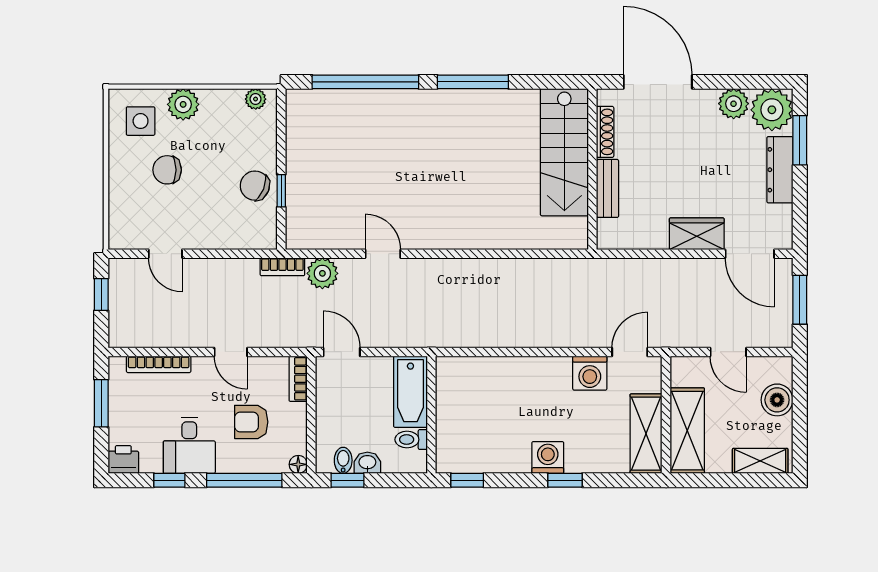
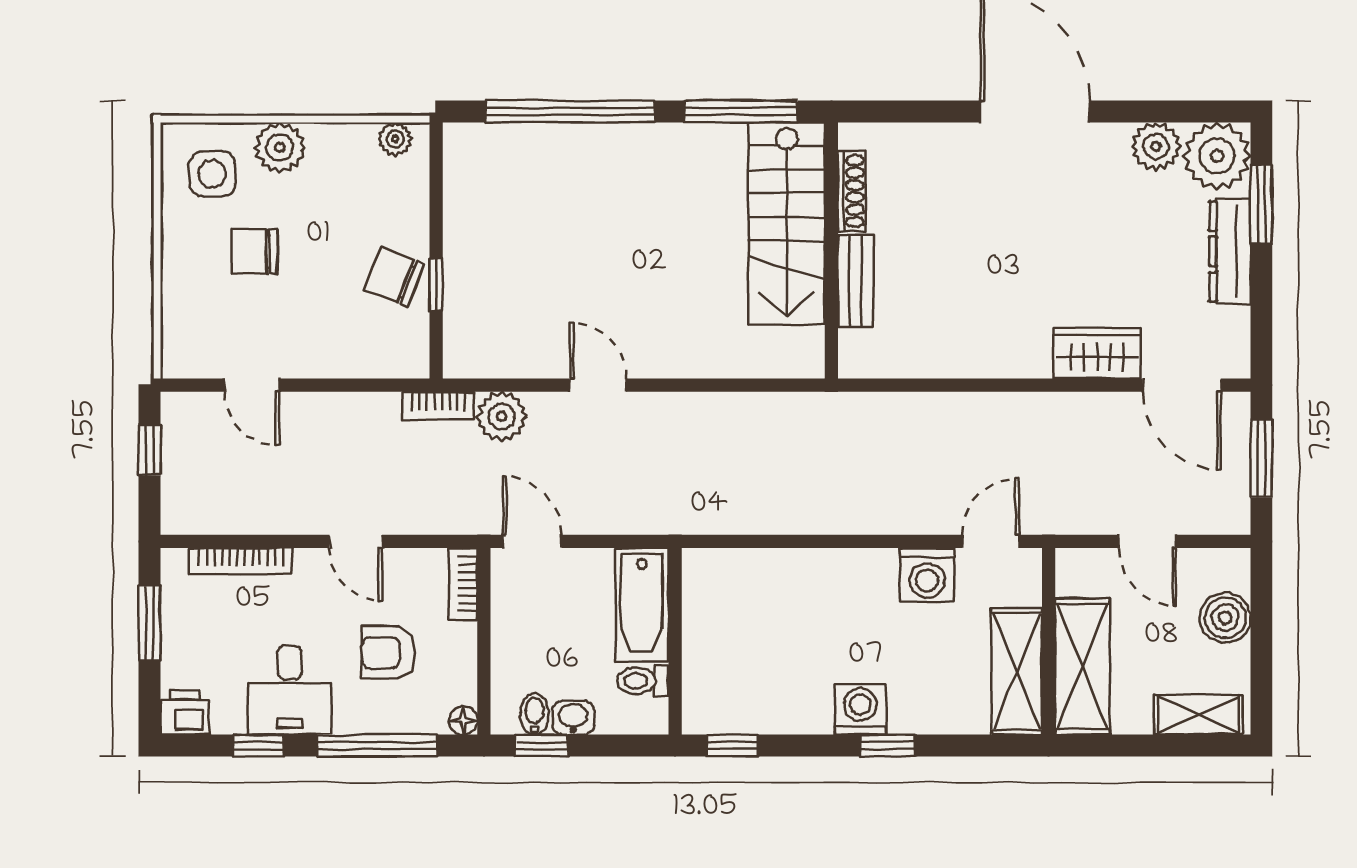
shoe rack: (605, 132) -> (852, 191), moved
stairs: (564, 152) -> (787, 224), moved
wall: (592, 169) -> (831, 250), moved
bench: (608, 188) -> (856, 281), moved

